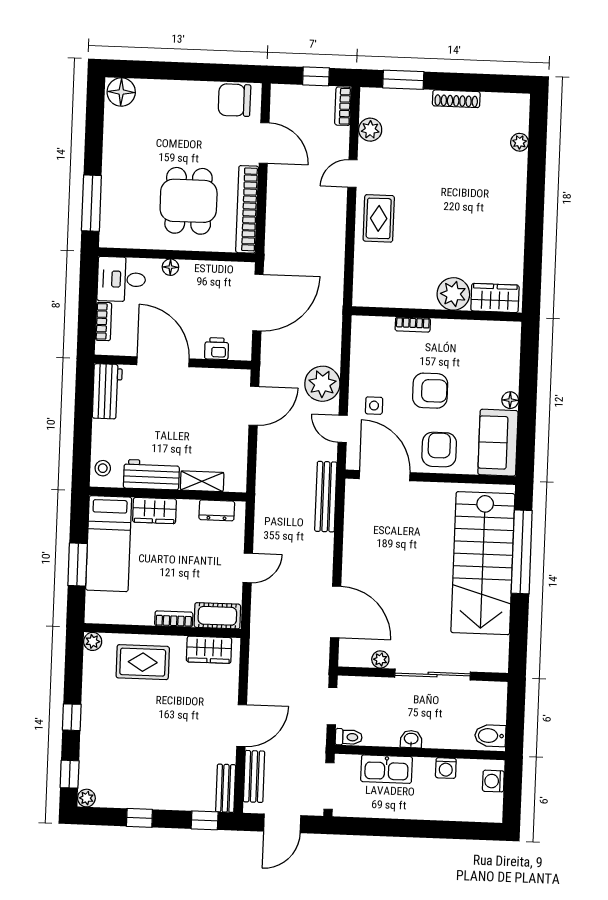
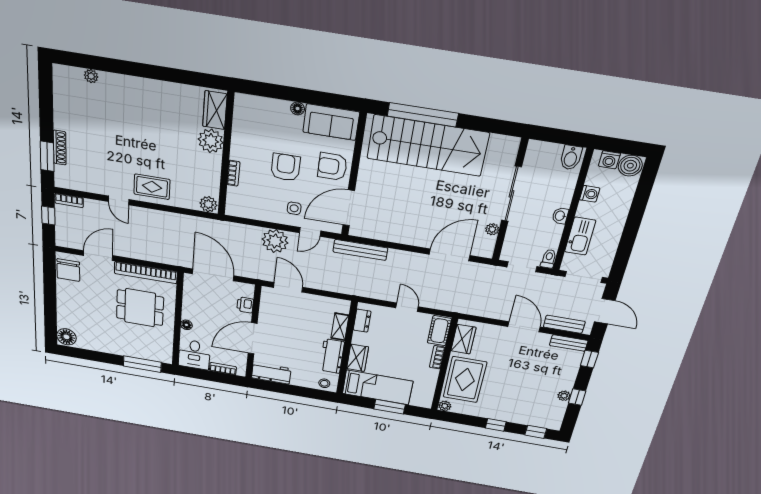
shoe rack: (456, 99) -> (60, 148), moved
plant: (370, 130) -> (208, 204), moved
rug: (143, 662) -> (465, 380), width x1.36, depth x1.43
plant: (86, 798) -> (564, 396), moved
boiler: (489, 807) -> (630, 166), added

